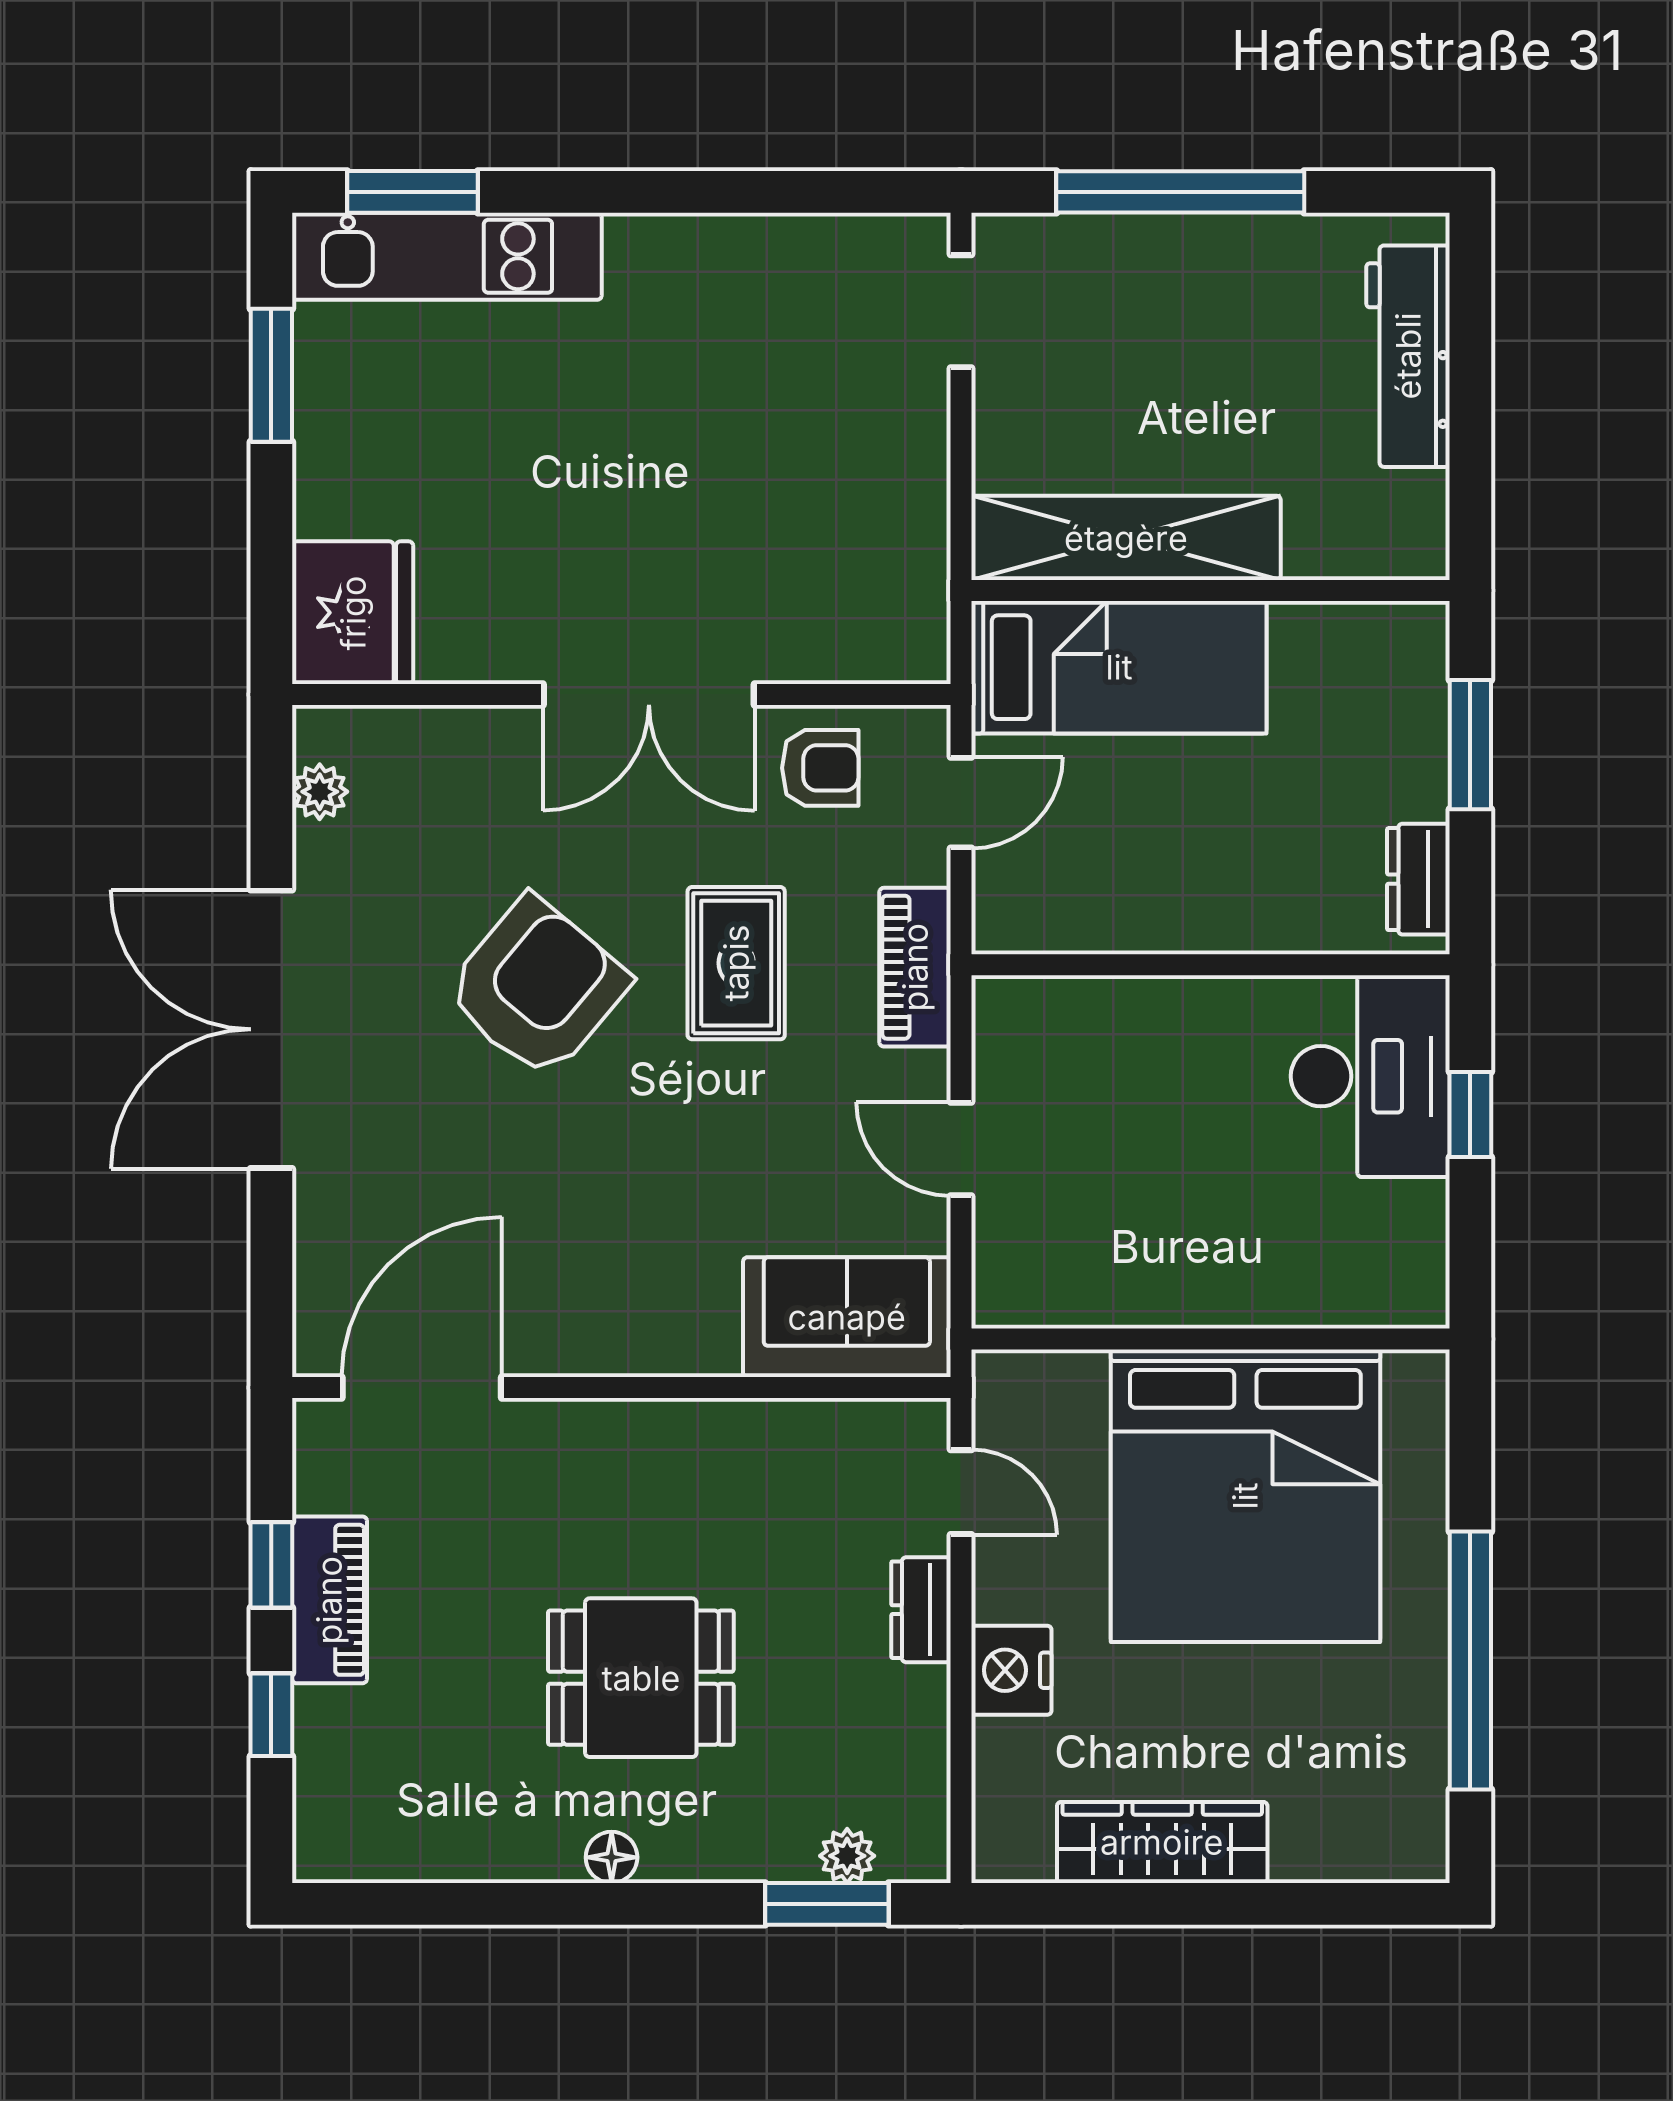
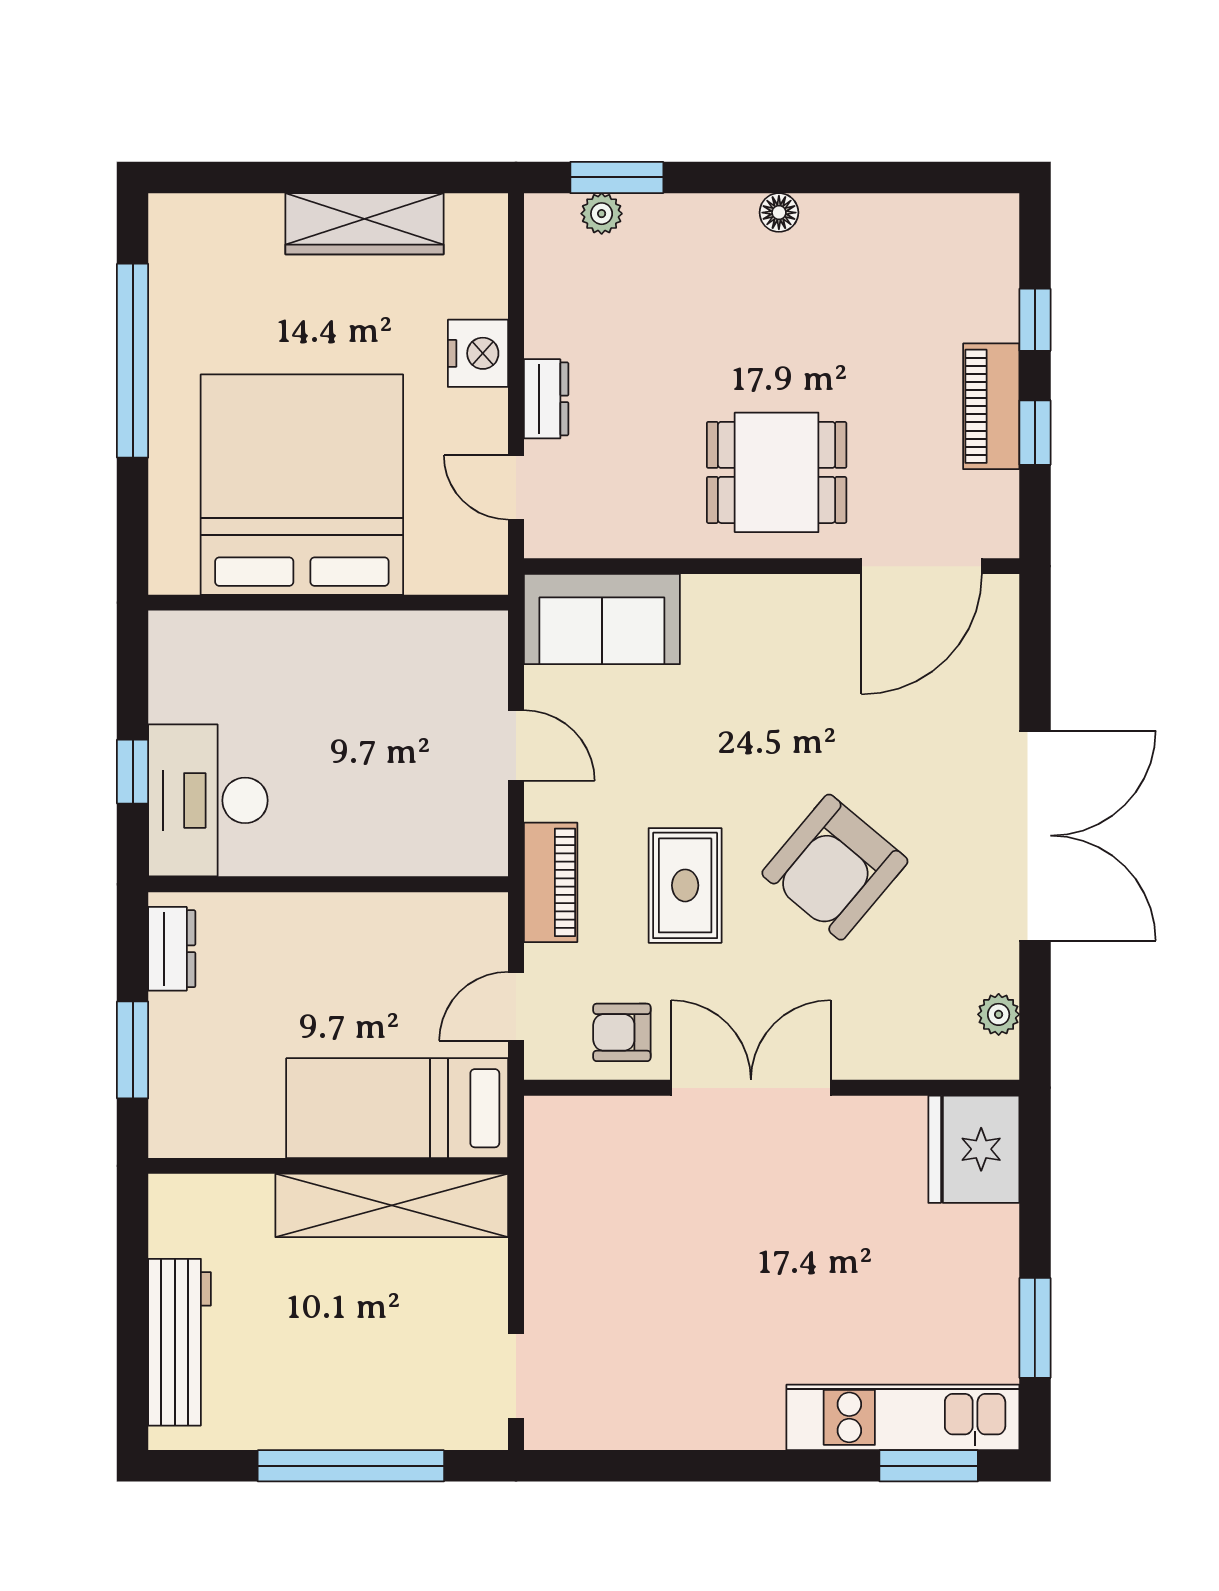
dining table: (641, 1678) -> (777, 472), moved

